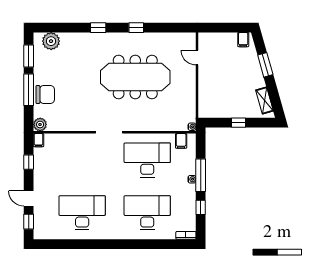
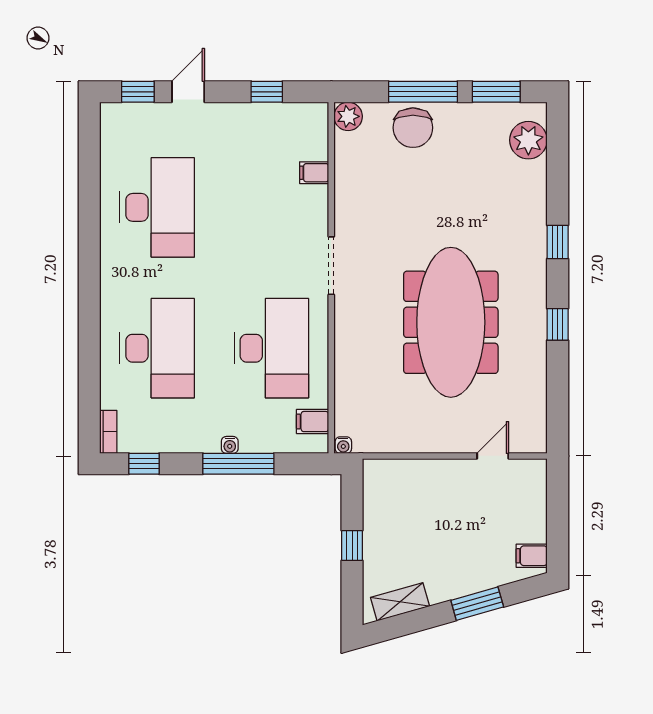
filing cabinet: (39, 140) -> (314, 173), moved
window: (201, 207) -> (144, 464), moved

